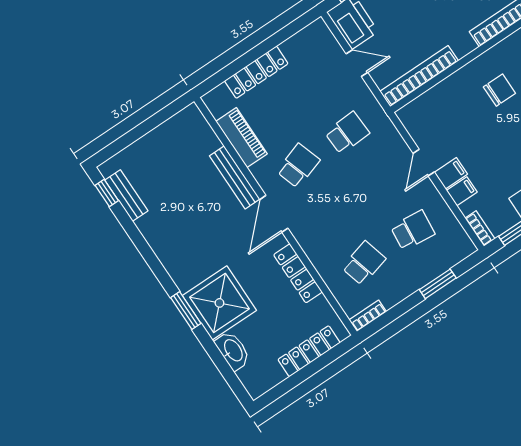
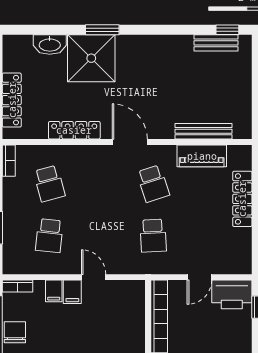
bench: (235, 177) -> (204, 131), moved

